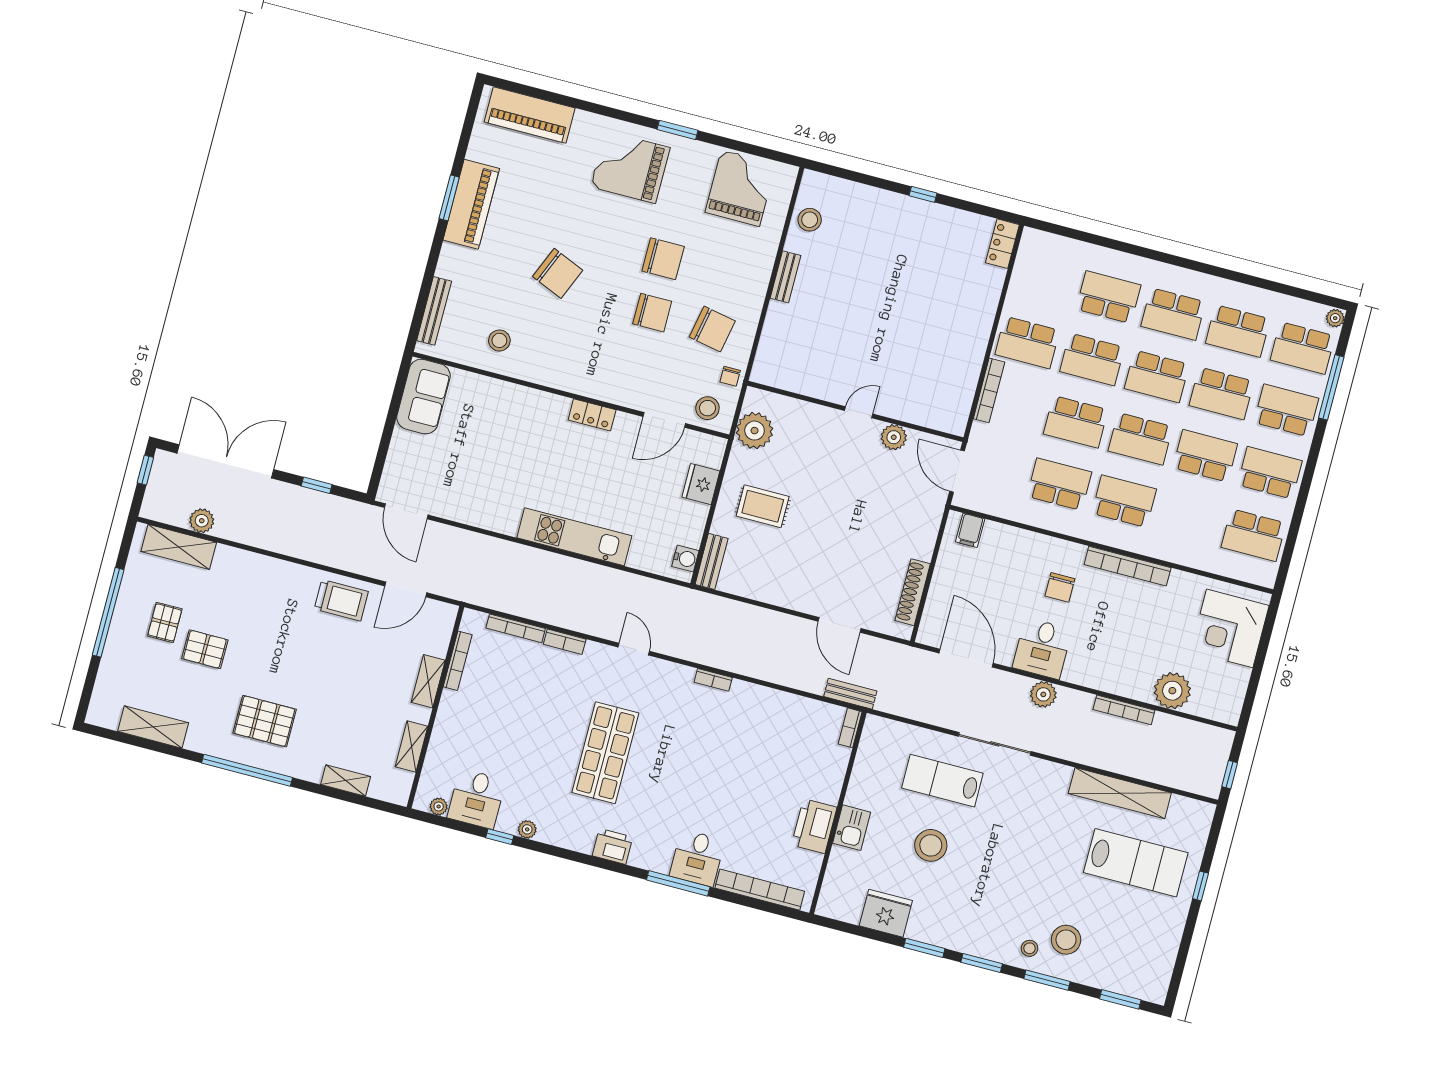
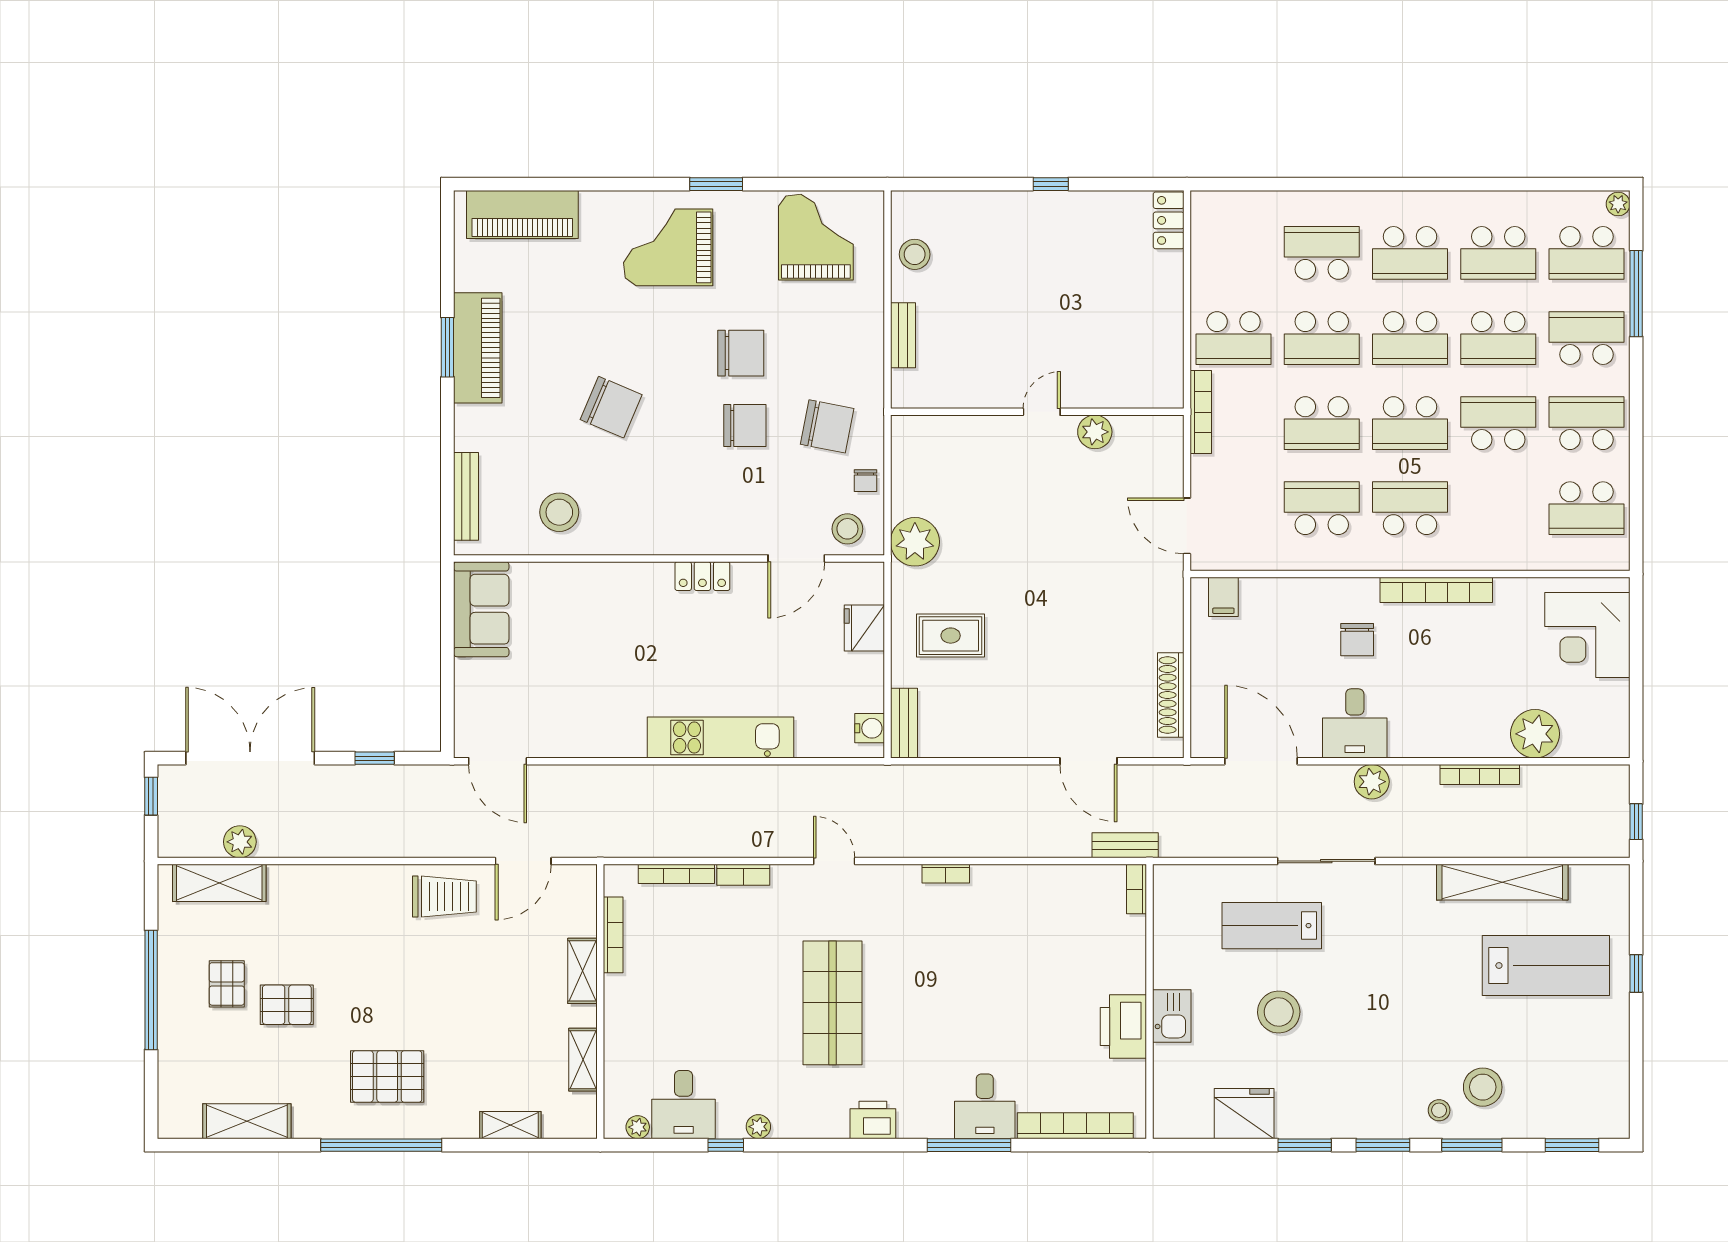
stool: (499, 340) -> (559, 512), width x1.38, depth x1.38
wall: (855, 411) -> (1037, 412), moved
door: (859, 412) -> (1042, 412), moved
plant: (894, 437) -> (1095, 432), moved

